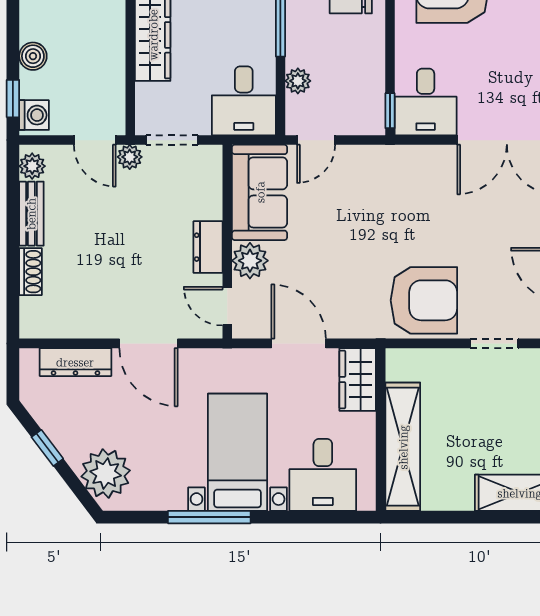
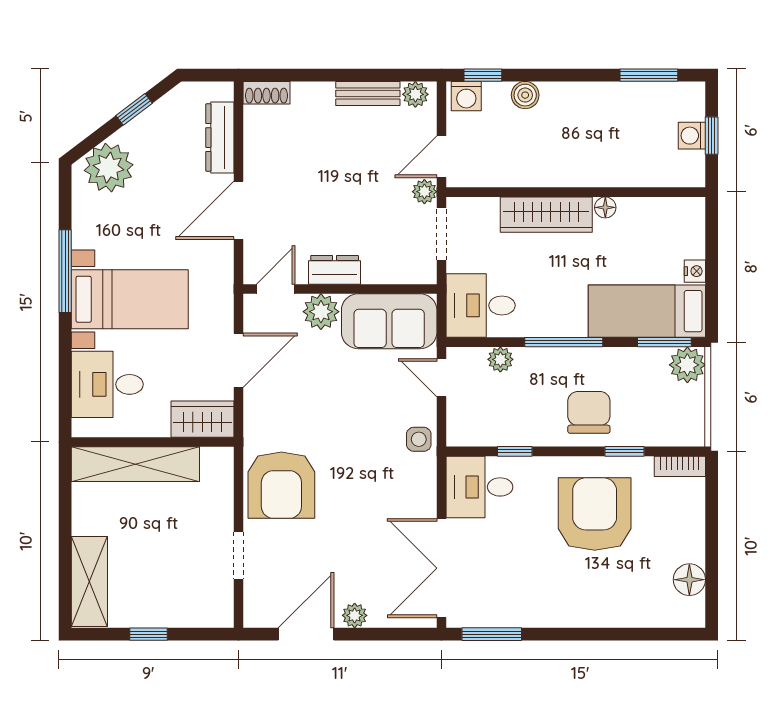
window: (390, 111) -> (515, 451), moved
side table: (378, 163) -> (419, 439), added
shoe rack: (31, 272) -> (266, 93), moved

